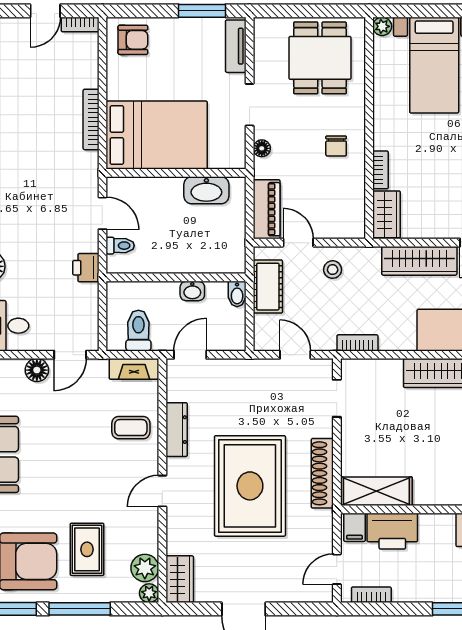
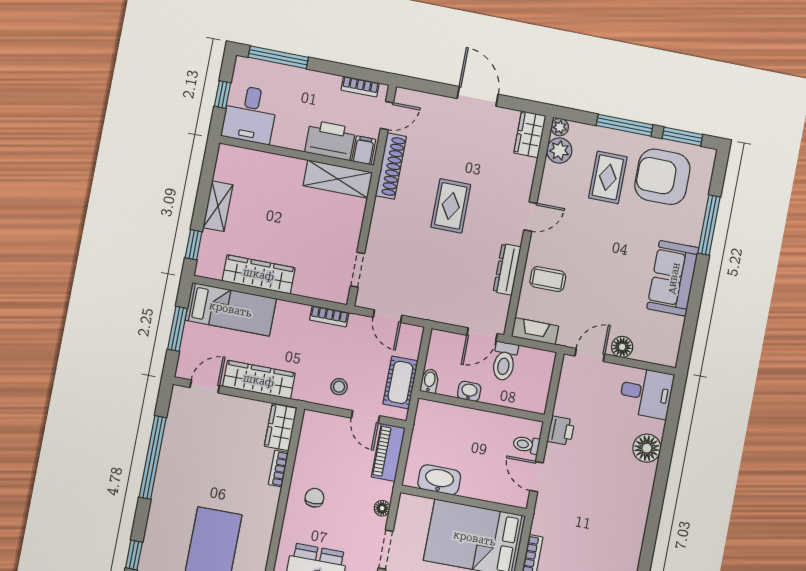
toilet: (138, 331) -> (504, 361), moved
shoe rack: (322, 473) -> (391, 166), moved
rug: (250, 486) -> (451, 206), width x0.54, depth x0.49

